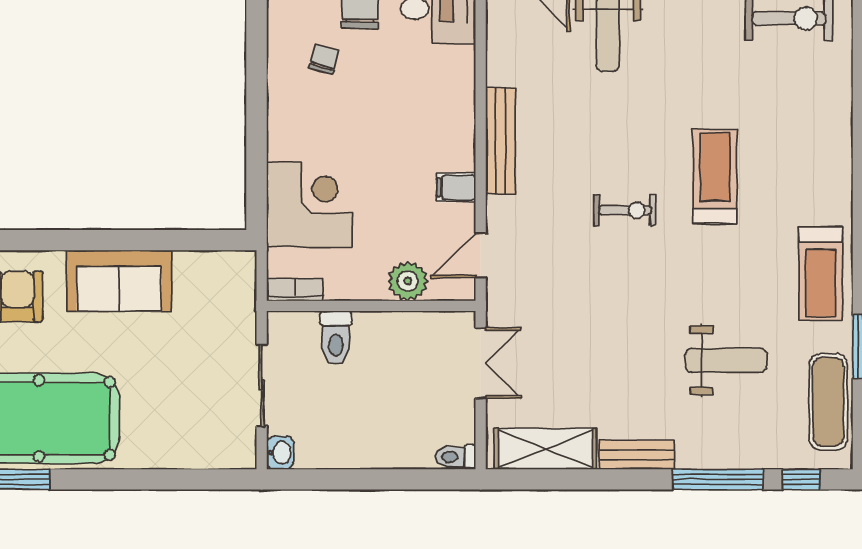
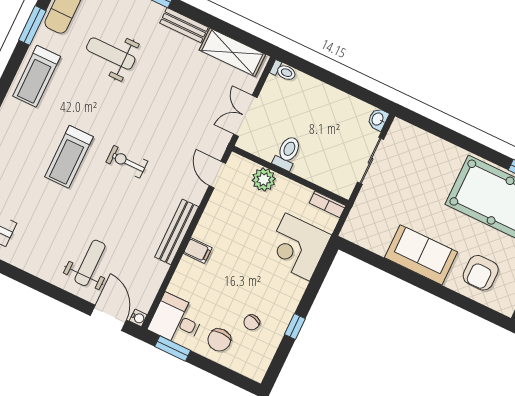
window: (257, 84) -> (295, 327), added
filing cabinet: (456, 187) -> (198, 250), moved
door: (481, 256) -> (217, 175), swing flipped
treadmill: (821, 274) -> (37, 76), turned 180
toilet: (336, 338) -> (287, 153), moved

